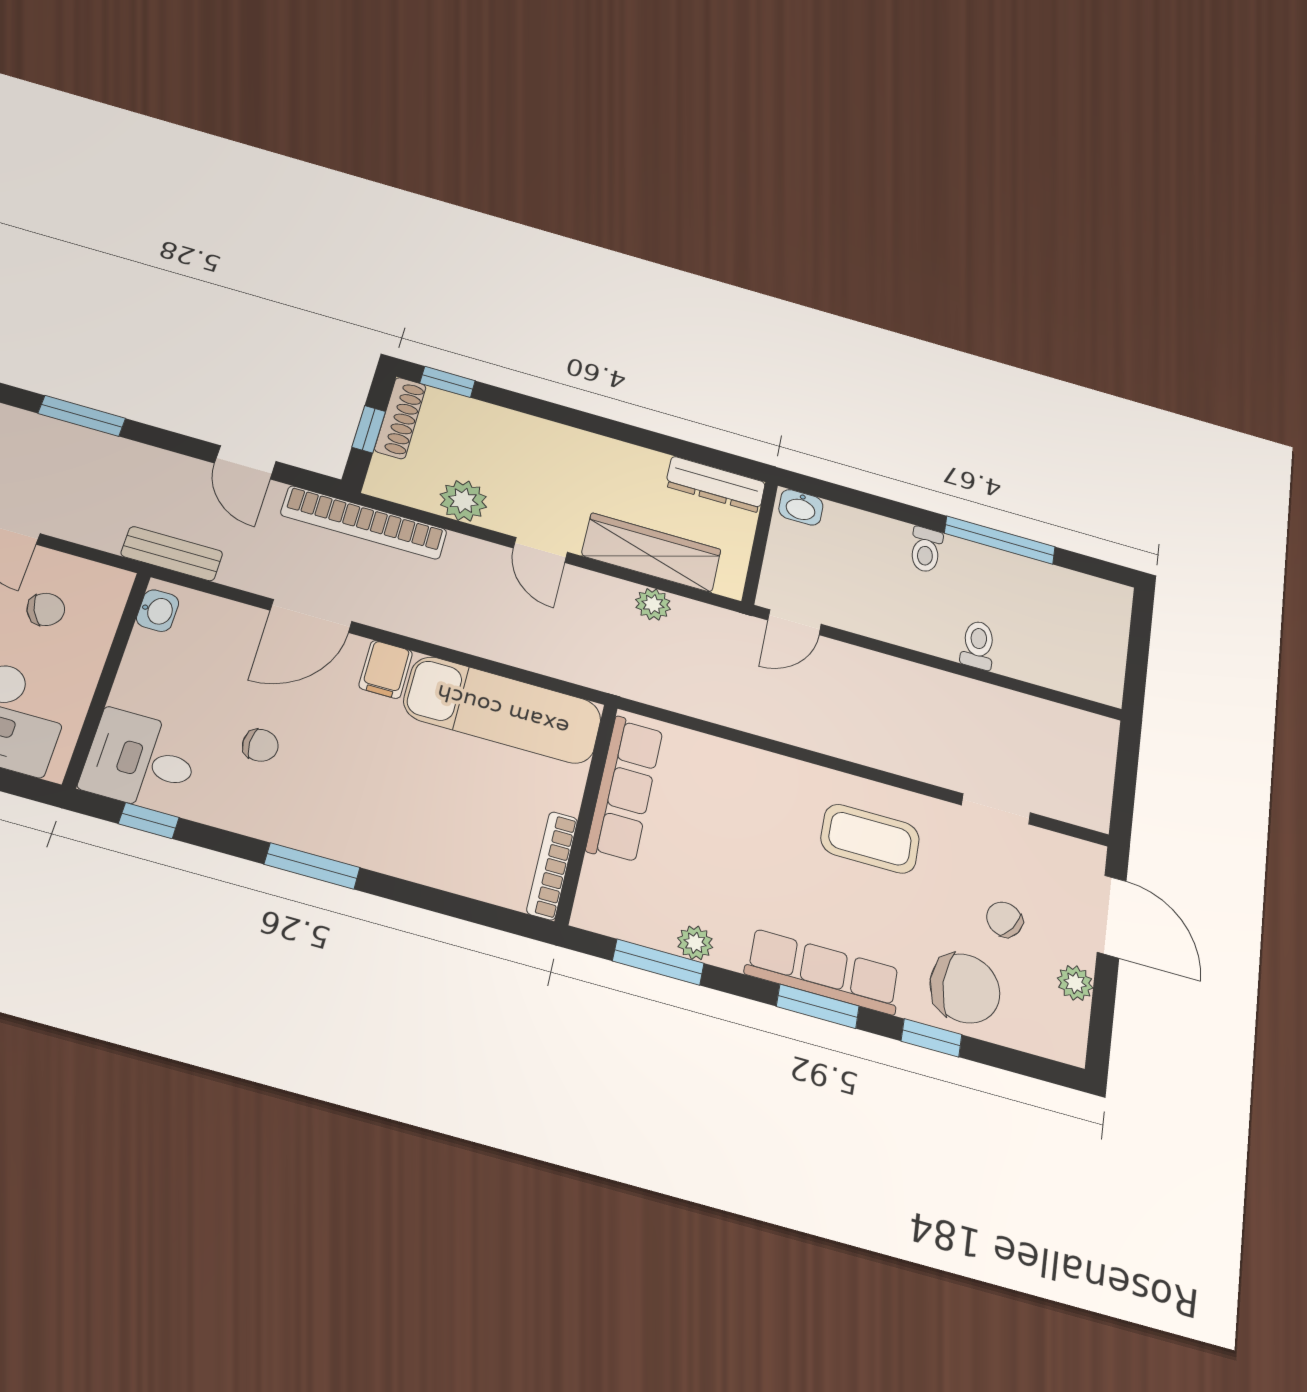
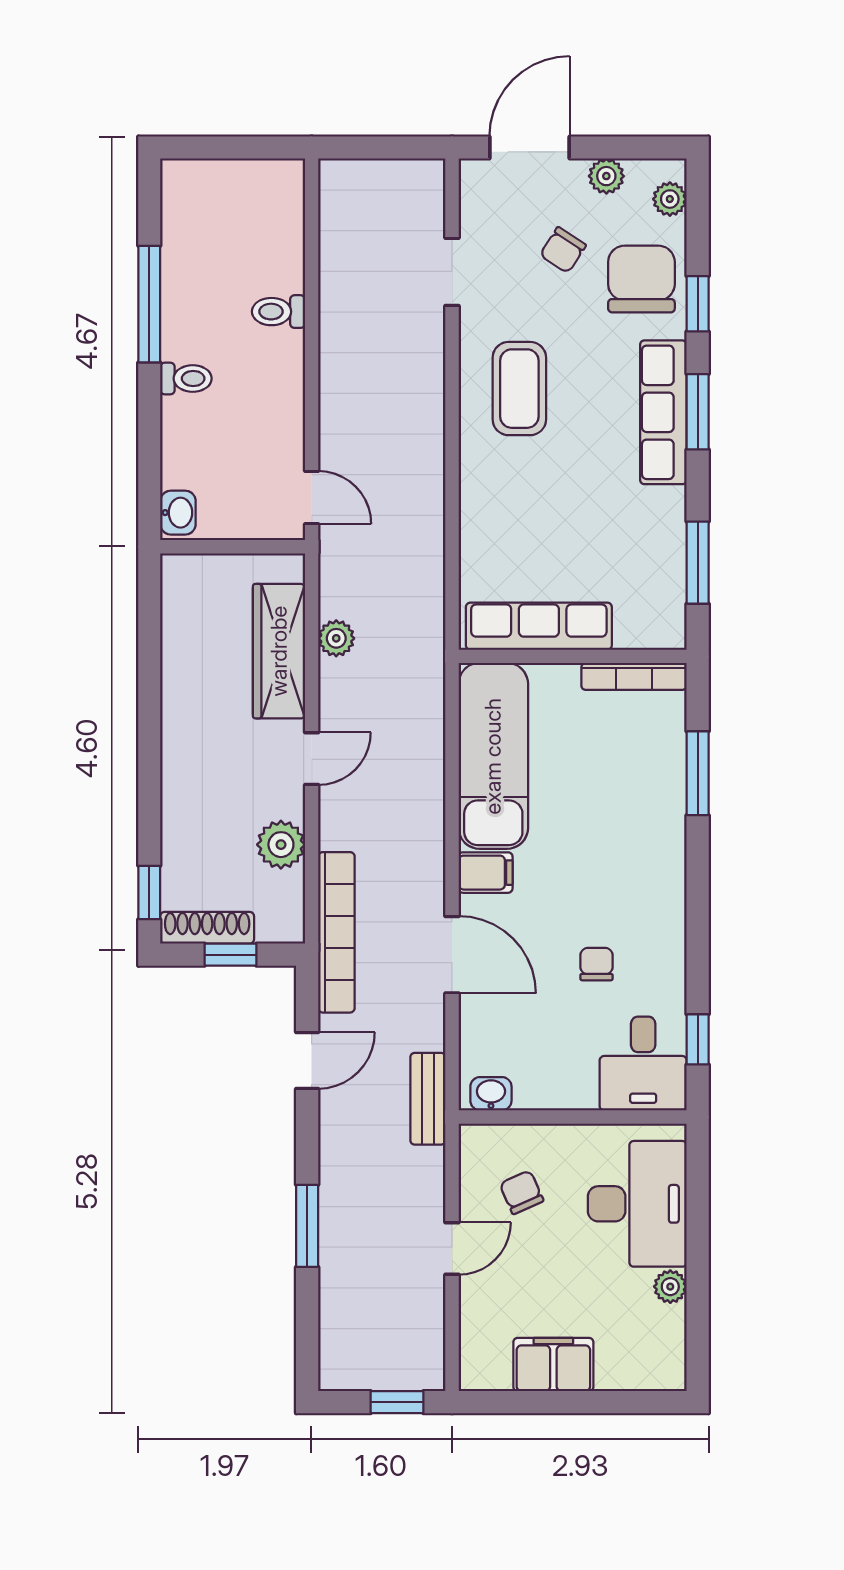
dresser: (715, 484) -> (180, 603), removed
window: (312, 866) -> (698, 773), moved
plant: (695, 943) -> (670, 199), moved

